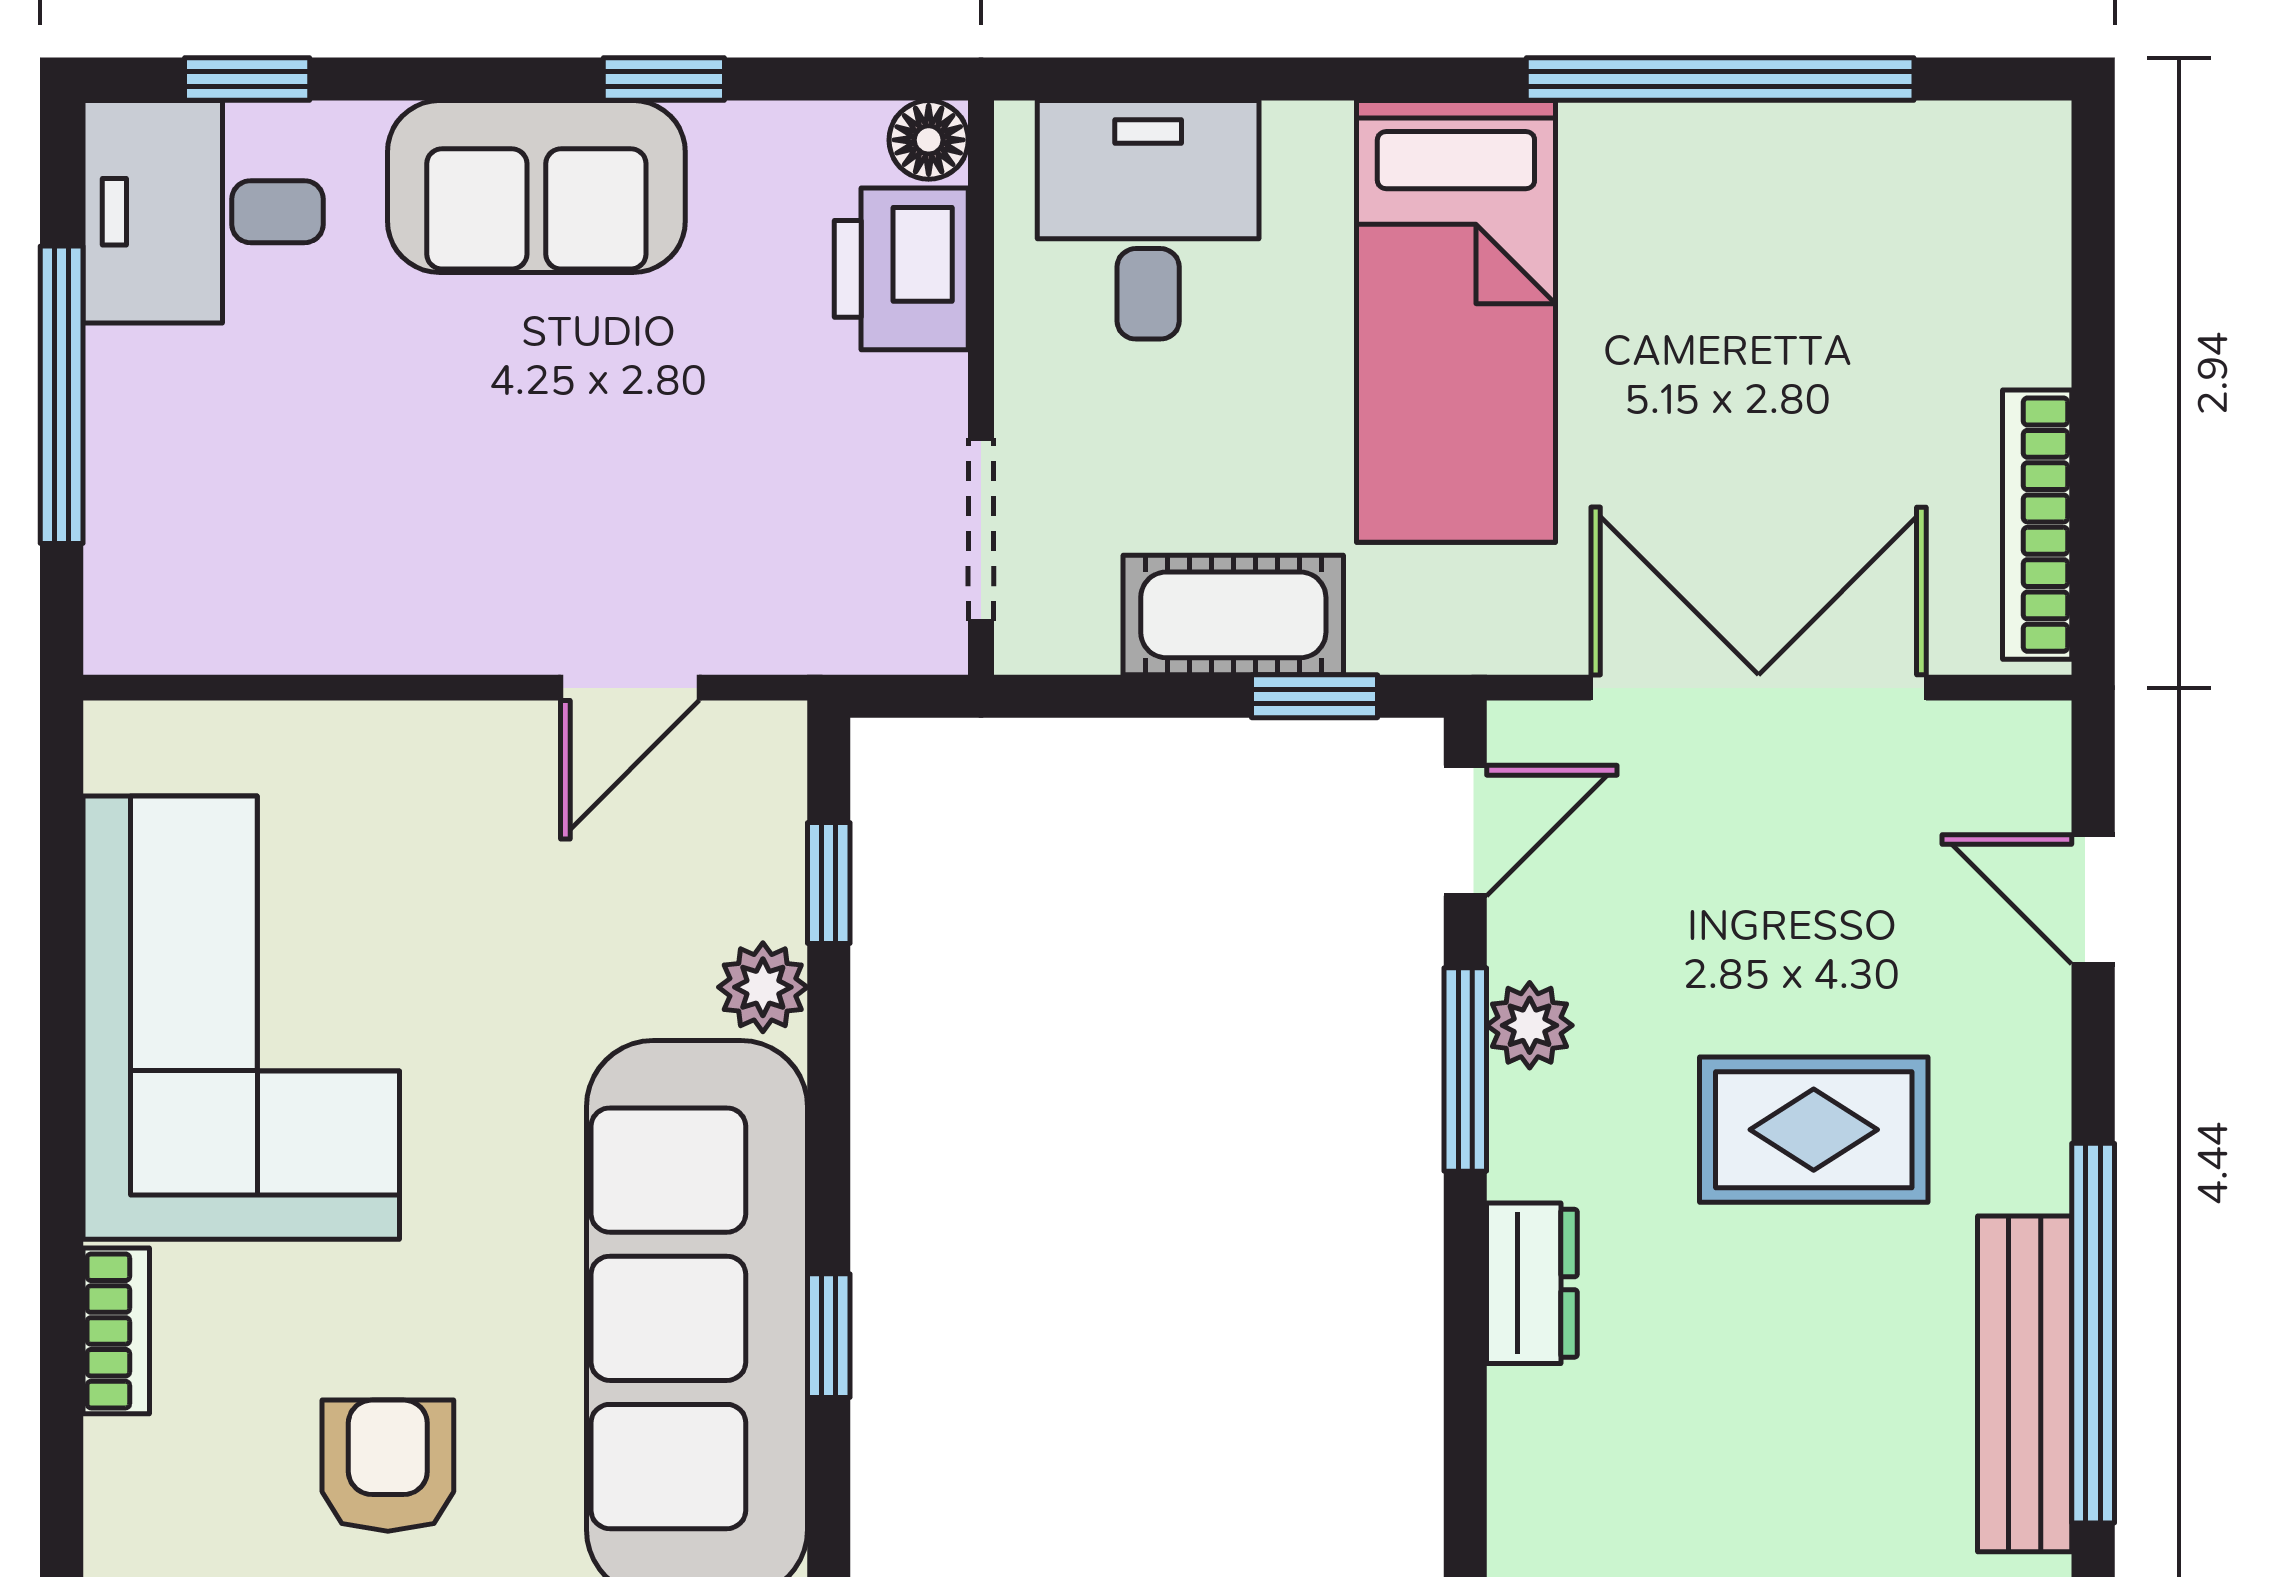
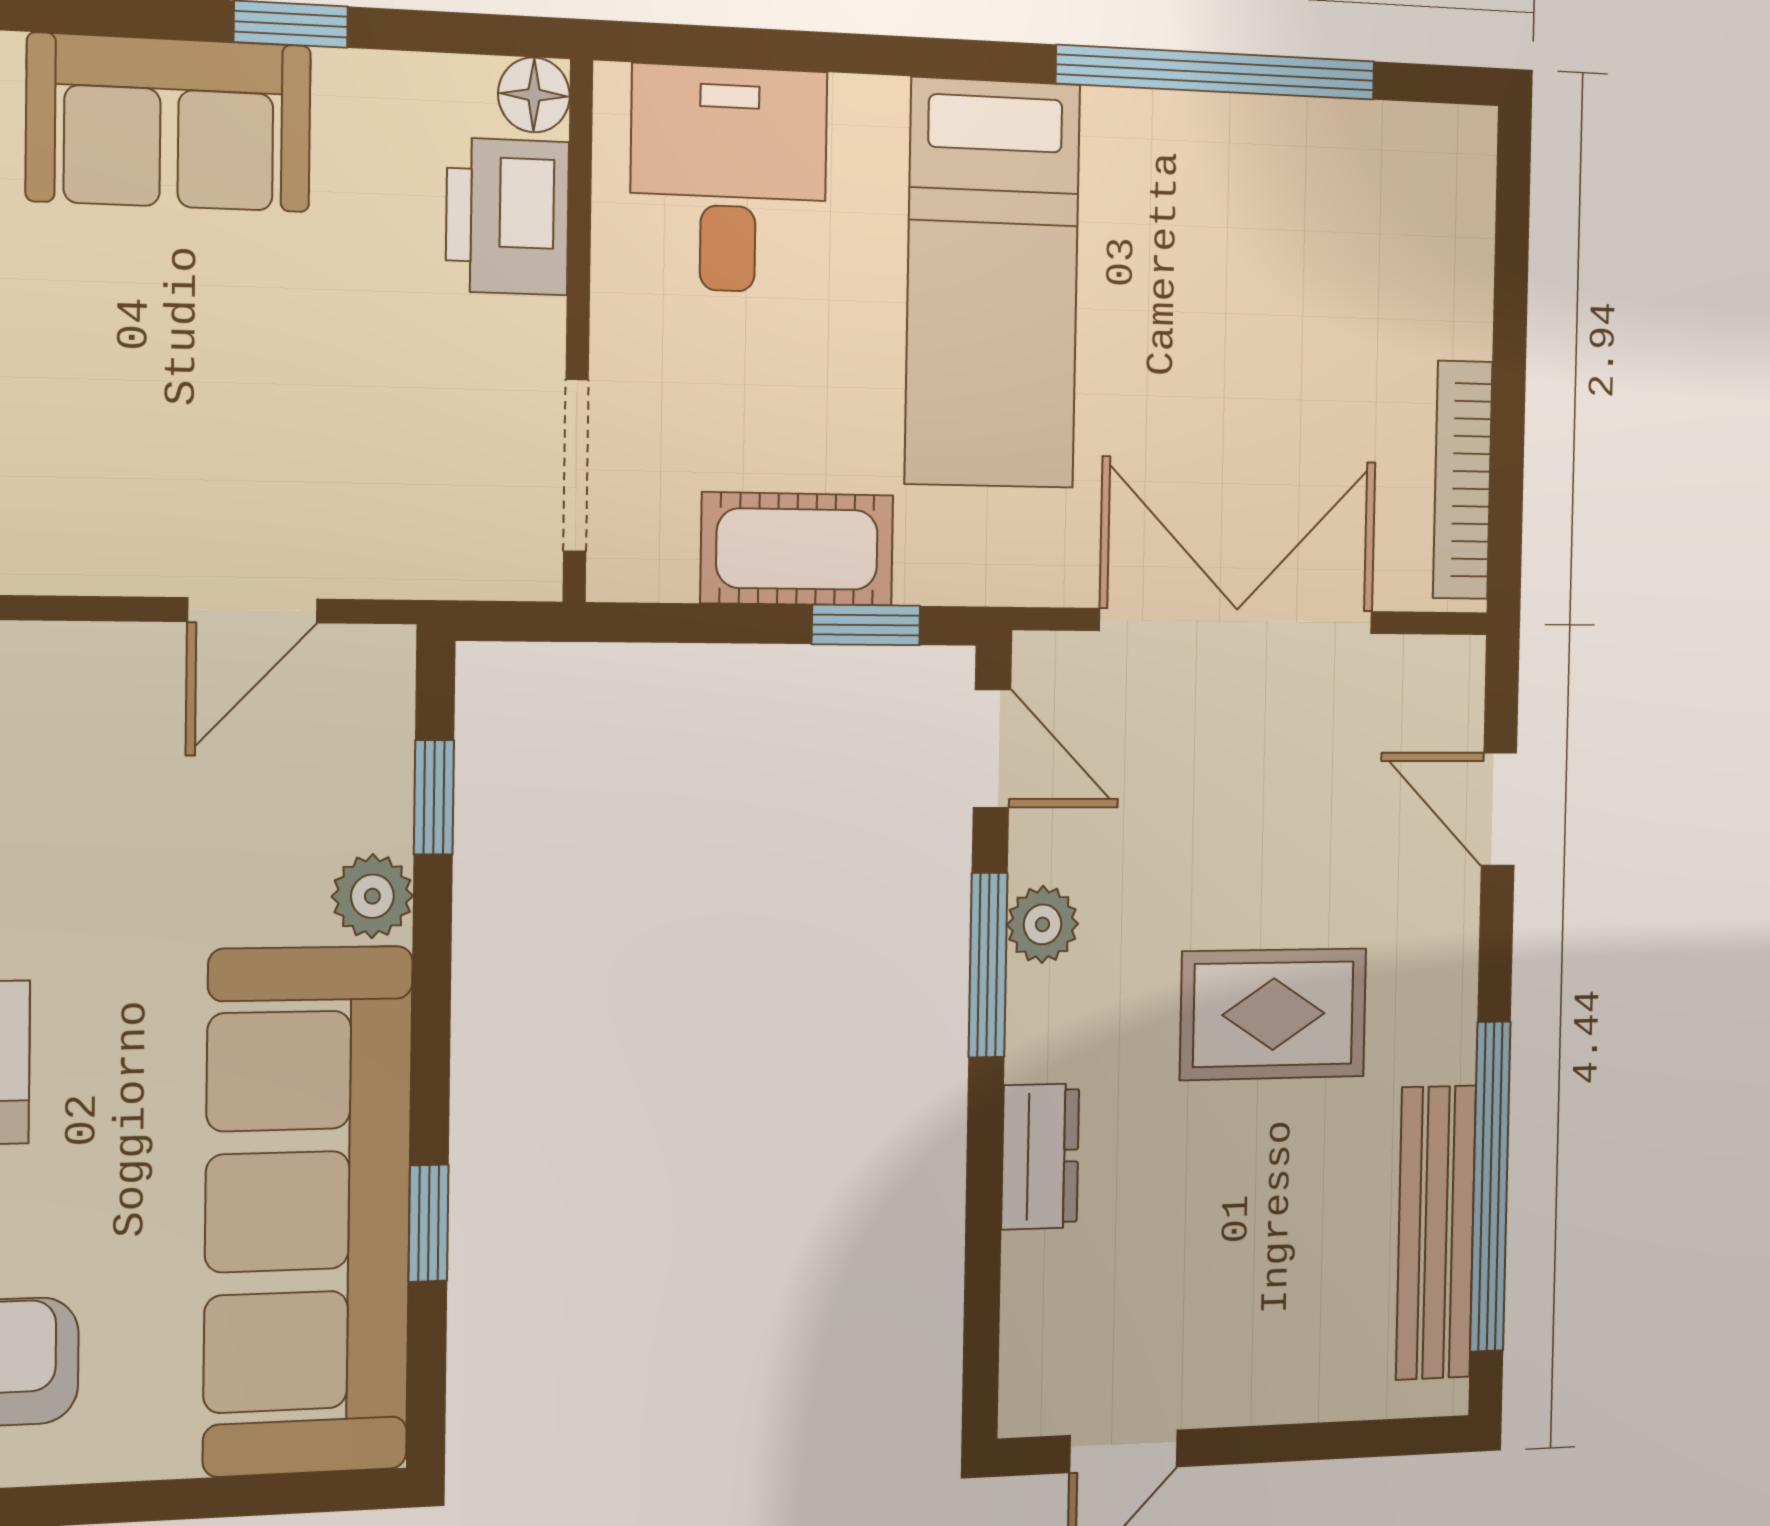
door: (1465, 831) -> (992, 749), hinge flipped

